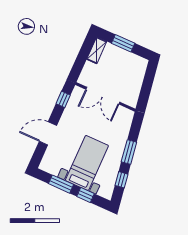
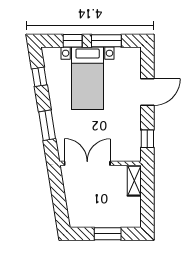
shelving: (97, 50) -> (134, 181), moved
double door: (103, 96) -> (87, 163), moved
window: (129, 152) -> (47, 125), moved

